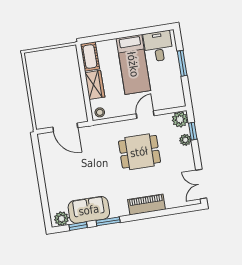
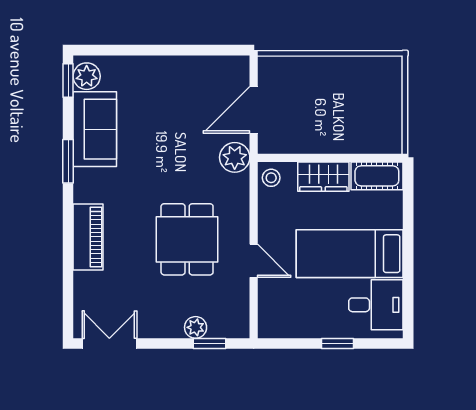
window: (182, 63) -> (338, 343), width x0.67
plant: (180, 119) -> (235, 157), moved
window: (78, 226) -> (68, 80), moved

